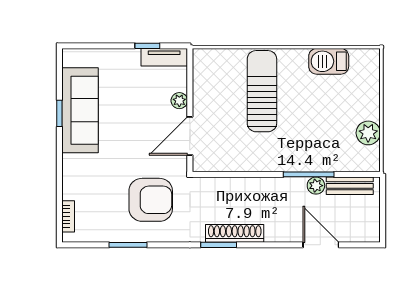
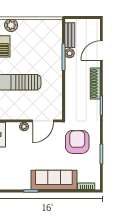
sofa: (80, 110) -> (54, 180), moved
plant: (368, 133) -> (11, 25), moved
door: (190, 136) -> (43, 121), hinge flipped
shoe rack: (235, 233) -> (95, 84), moved

